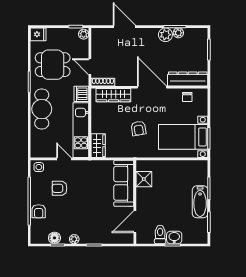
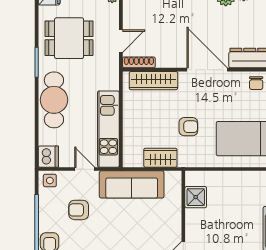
door: (90, 67) -> (121, 41), swing flipped
dishwasher: (81, 94) -> (48, 157), moved, turned 180
armchair: (139, 128) -> (188, 127), turned -81
wardrobe: (98, 146) -> (160, 158), moved, turned -90
sofa: (124, 183) -> (132, 184), moved, turned -90

